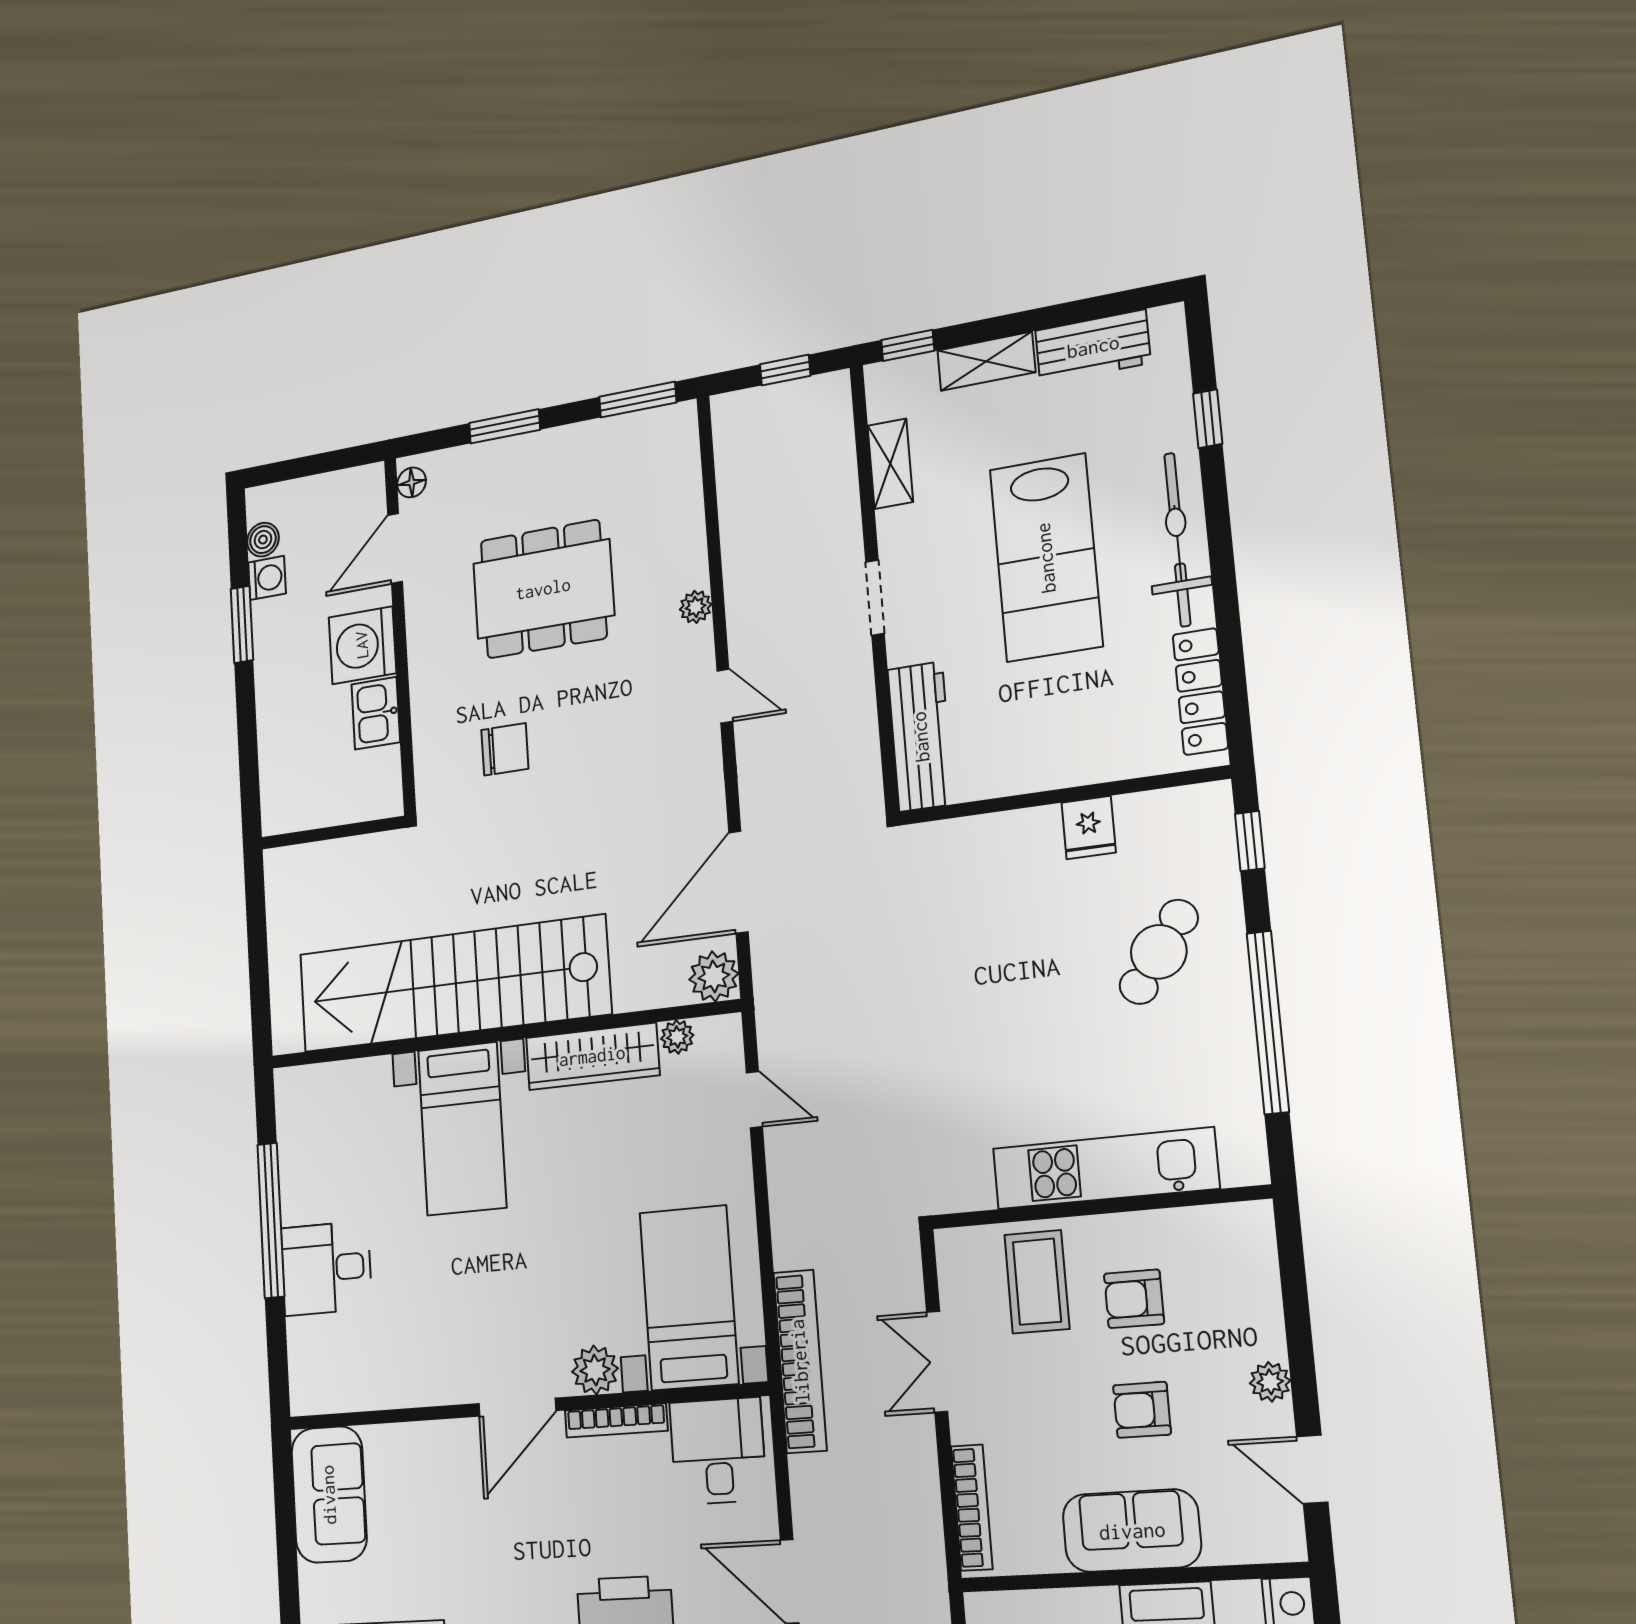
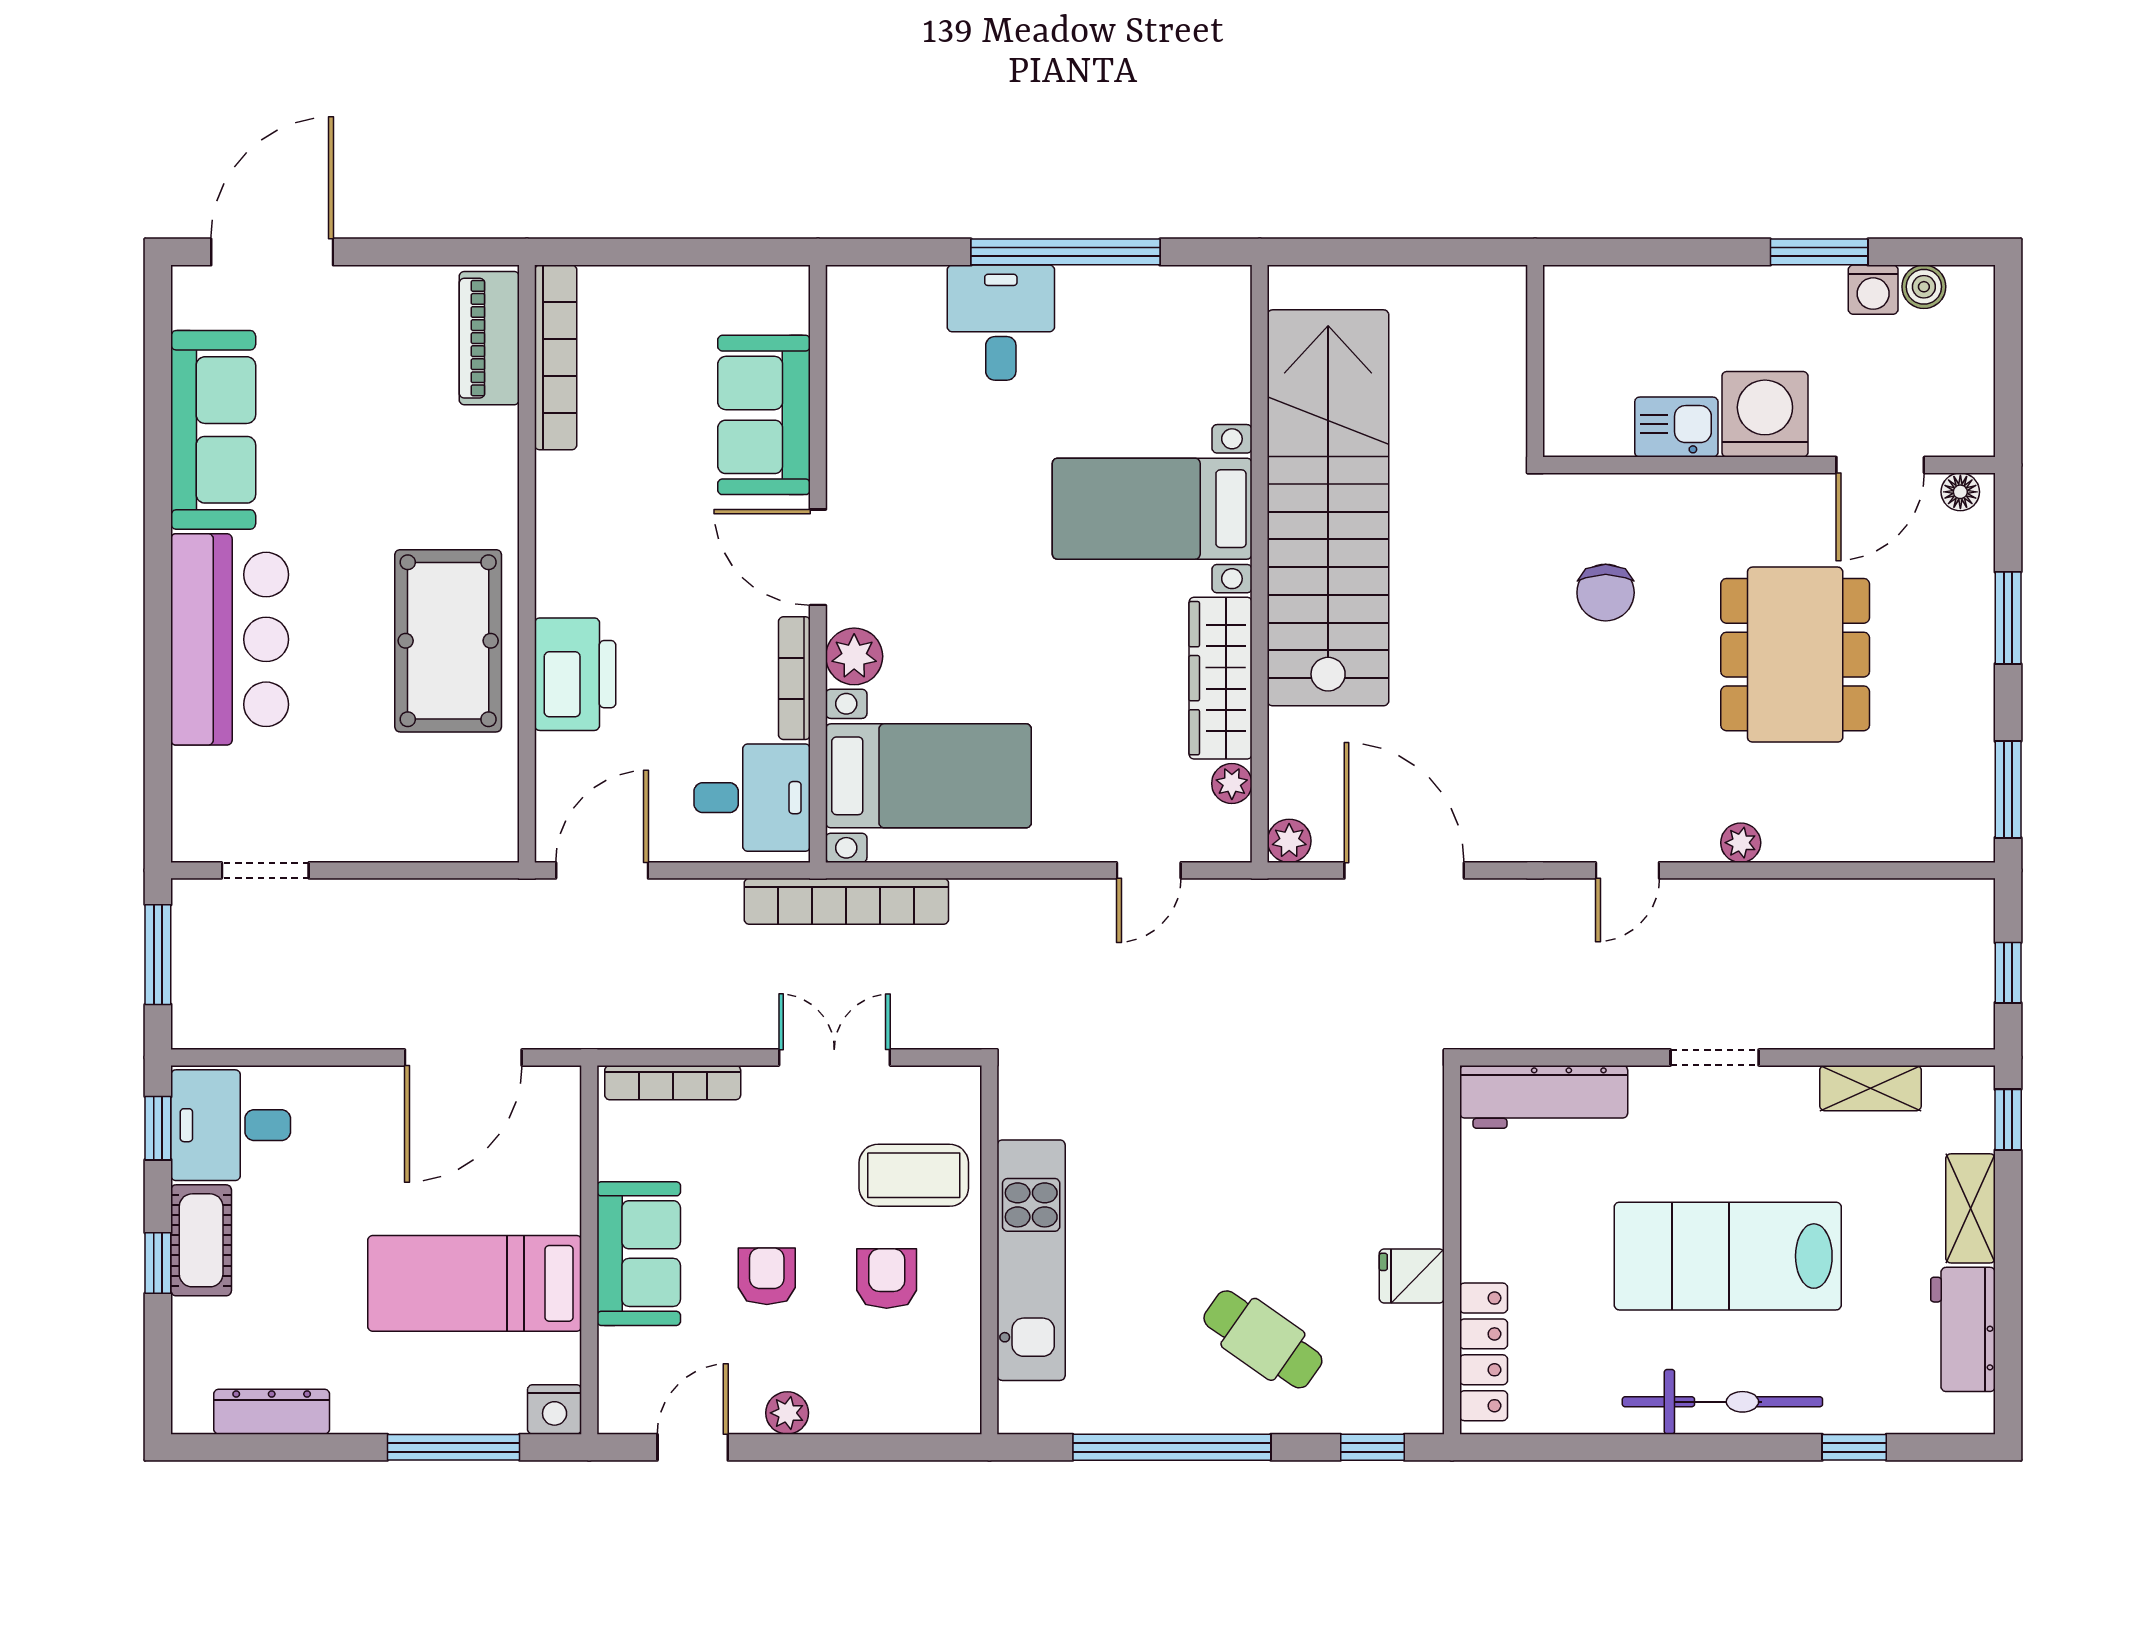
door: (395, 548) -> (1880, 465), swing flipped
locker: (1200, 692) -> (1484, 1352), moved, turned 90
plant: (714, 976) -> (1289, 841), width x0.73, depth x0.73
sofa: (329, 1495) -> (764, 415), moved, turned 90

